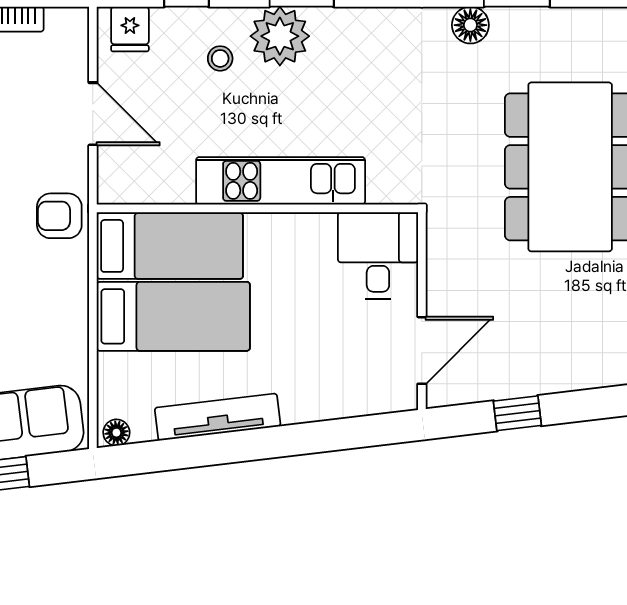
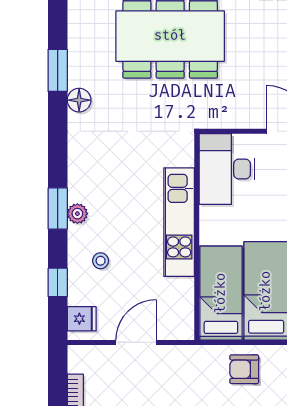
plant: (280, 36) -> (77, 214), width x0.53, depth x0.53
armchair: (59, 216) -> (244, 369), moved, turned 90
desk: (378, 255) -> (227, 169), width x1.37

